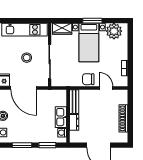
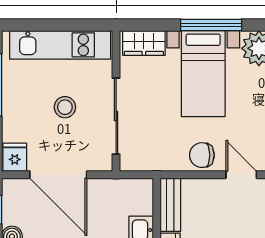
window: (92, 21) -> (211, 25), width x1.44

